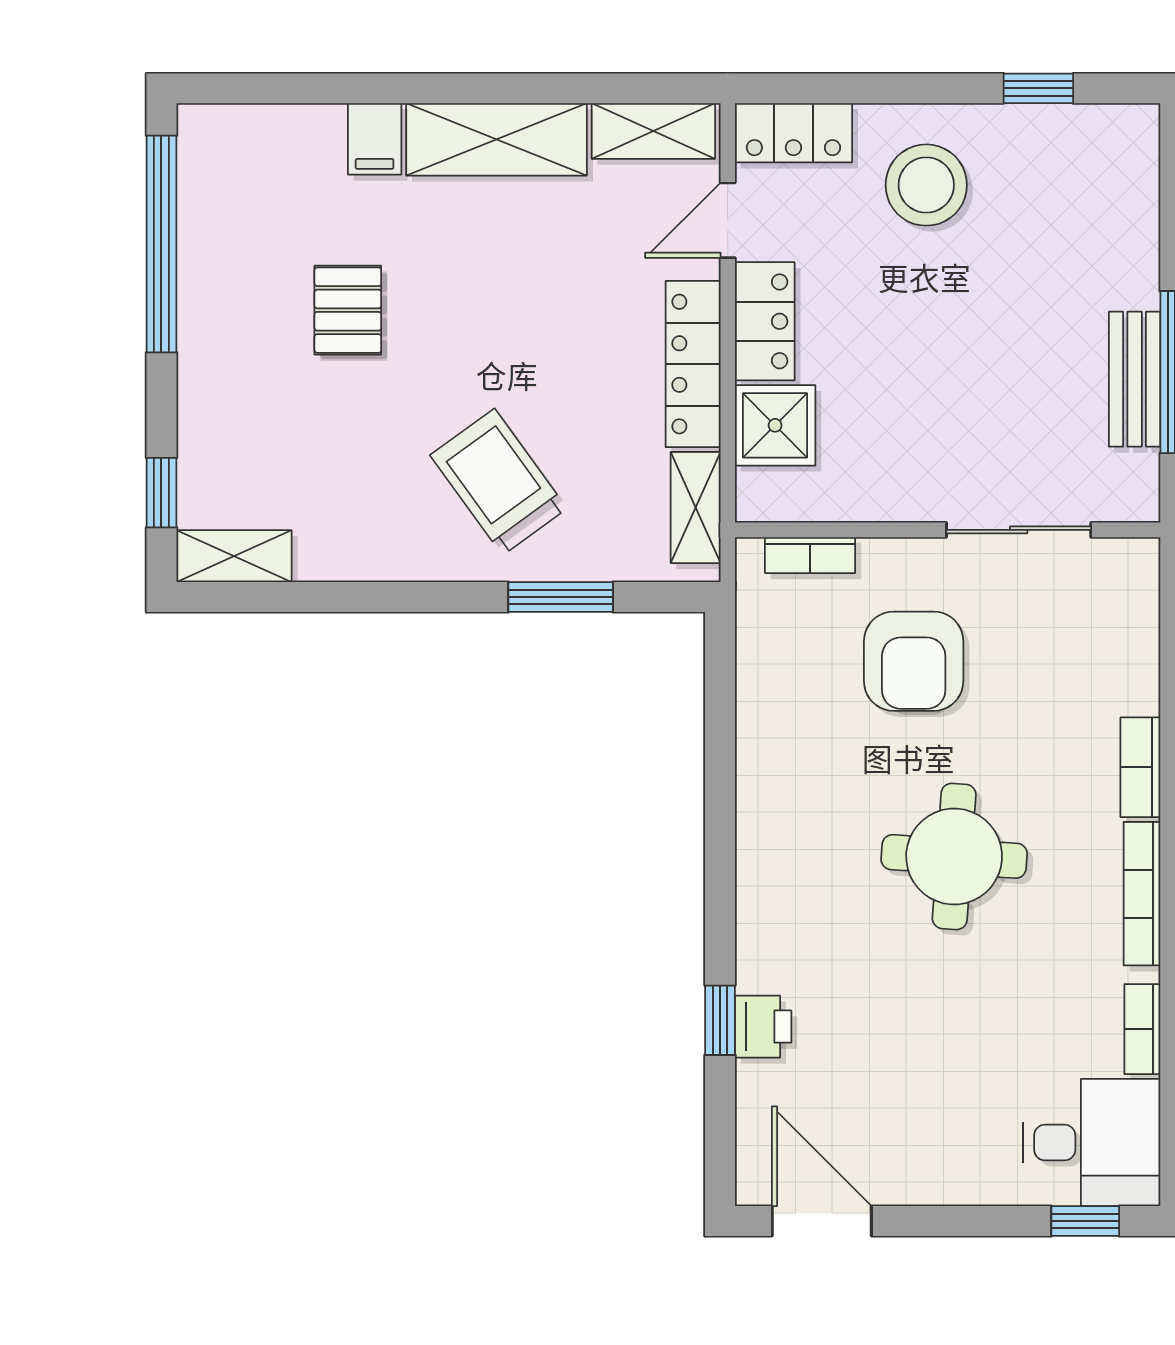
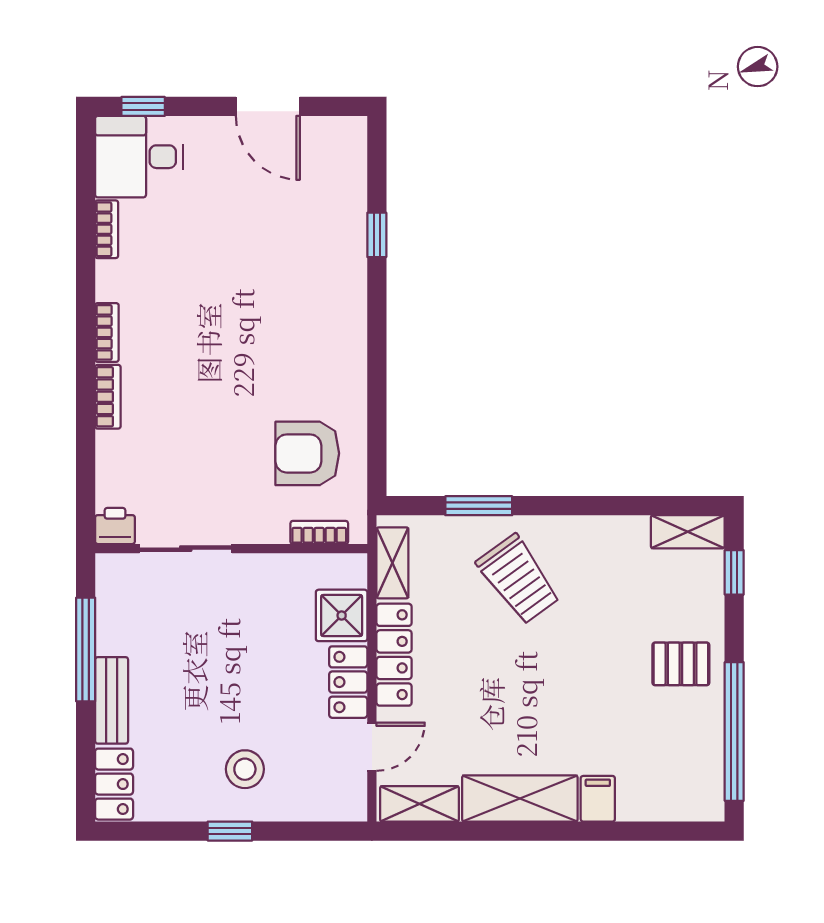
window: (1038, 88) -> (230, 831), moved
locker: (793, 133) -> (114, 784), moved, turned 90
stool: (926, 185) -> (245, 769), width x0.73, depth x0.73
pallet: (348, 310) -> (681, 664), moved, turned 90
bench: (1135, 379) -> (112, 700), moved
armchair: (914, 661) -> (307, 453), moved, turned -90
round table: (954, 856) -> (227, 340), removed
bookcase: (1142, 894) -> (107, 332), width x0.64
printer: (763, 1027) -> (115, 526), moved, turned 90
door: (822, 1221) -> (268, 106), moved

